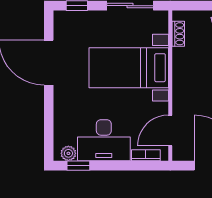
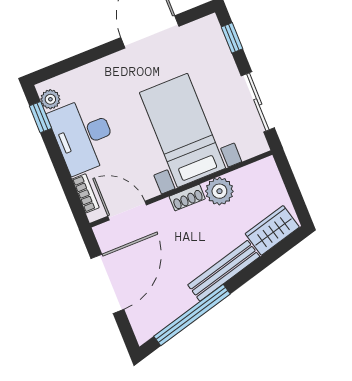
shoe rack: (178, 34) -> (187, 198), moved
plant: (183, 59) -> (219, 191), added

